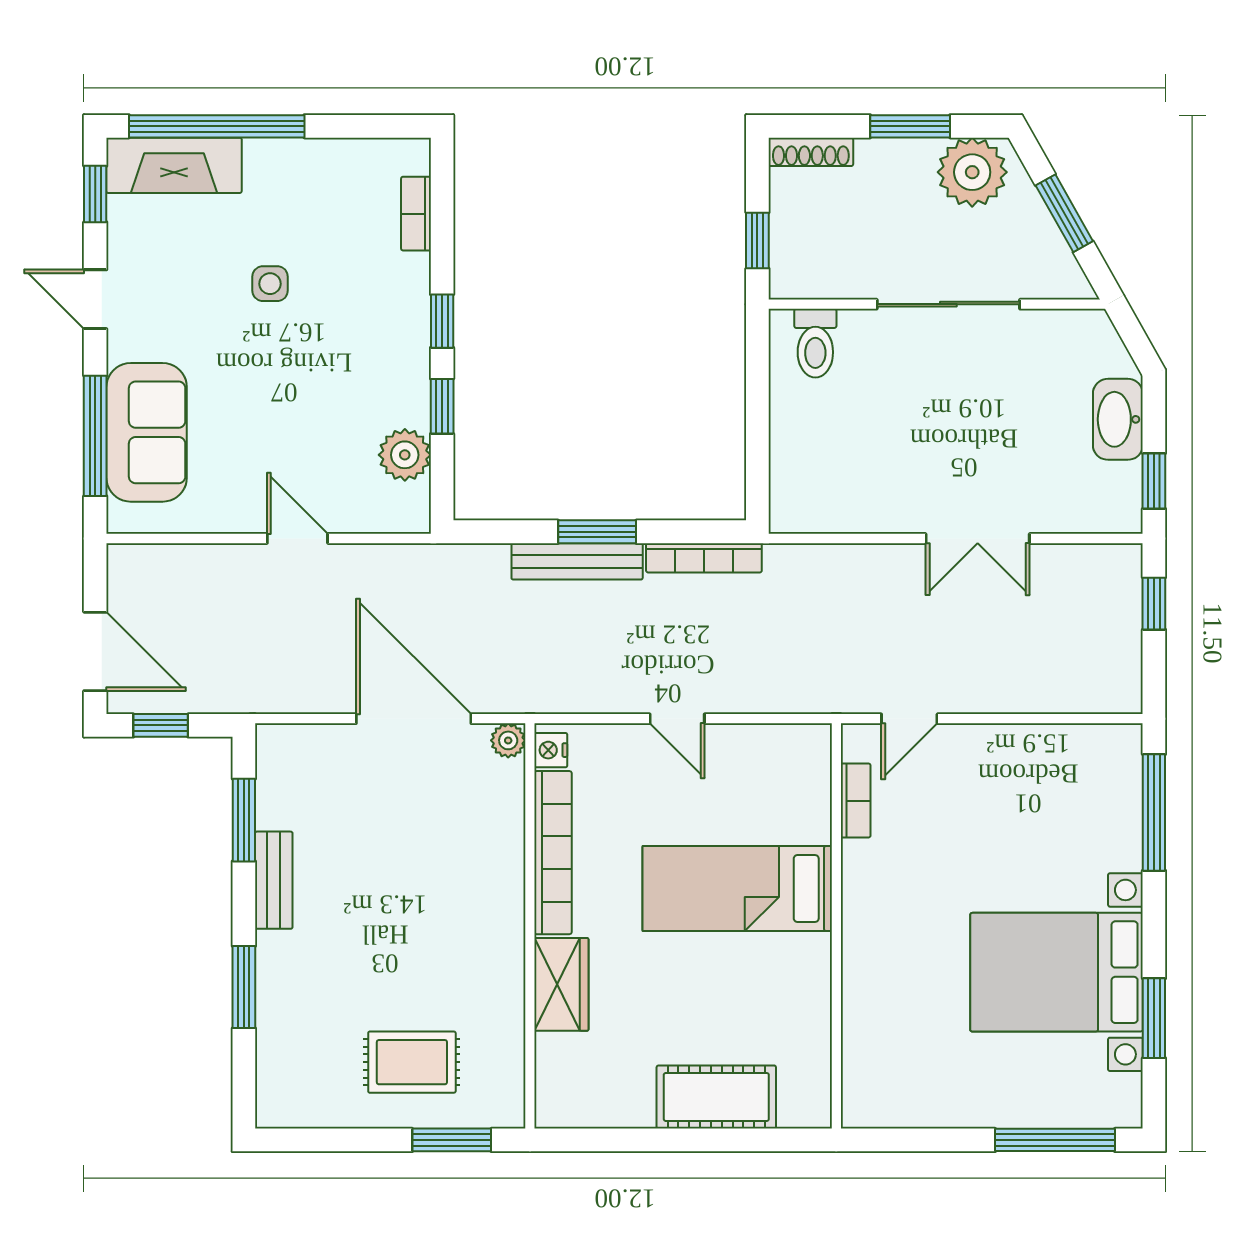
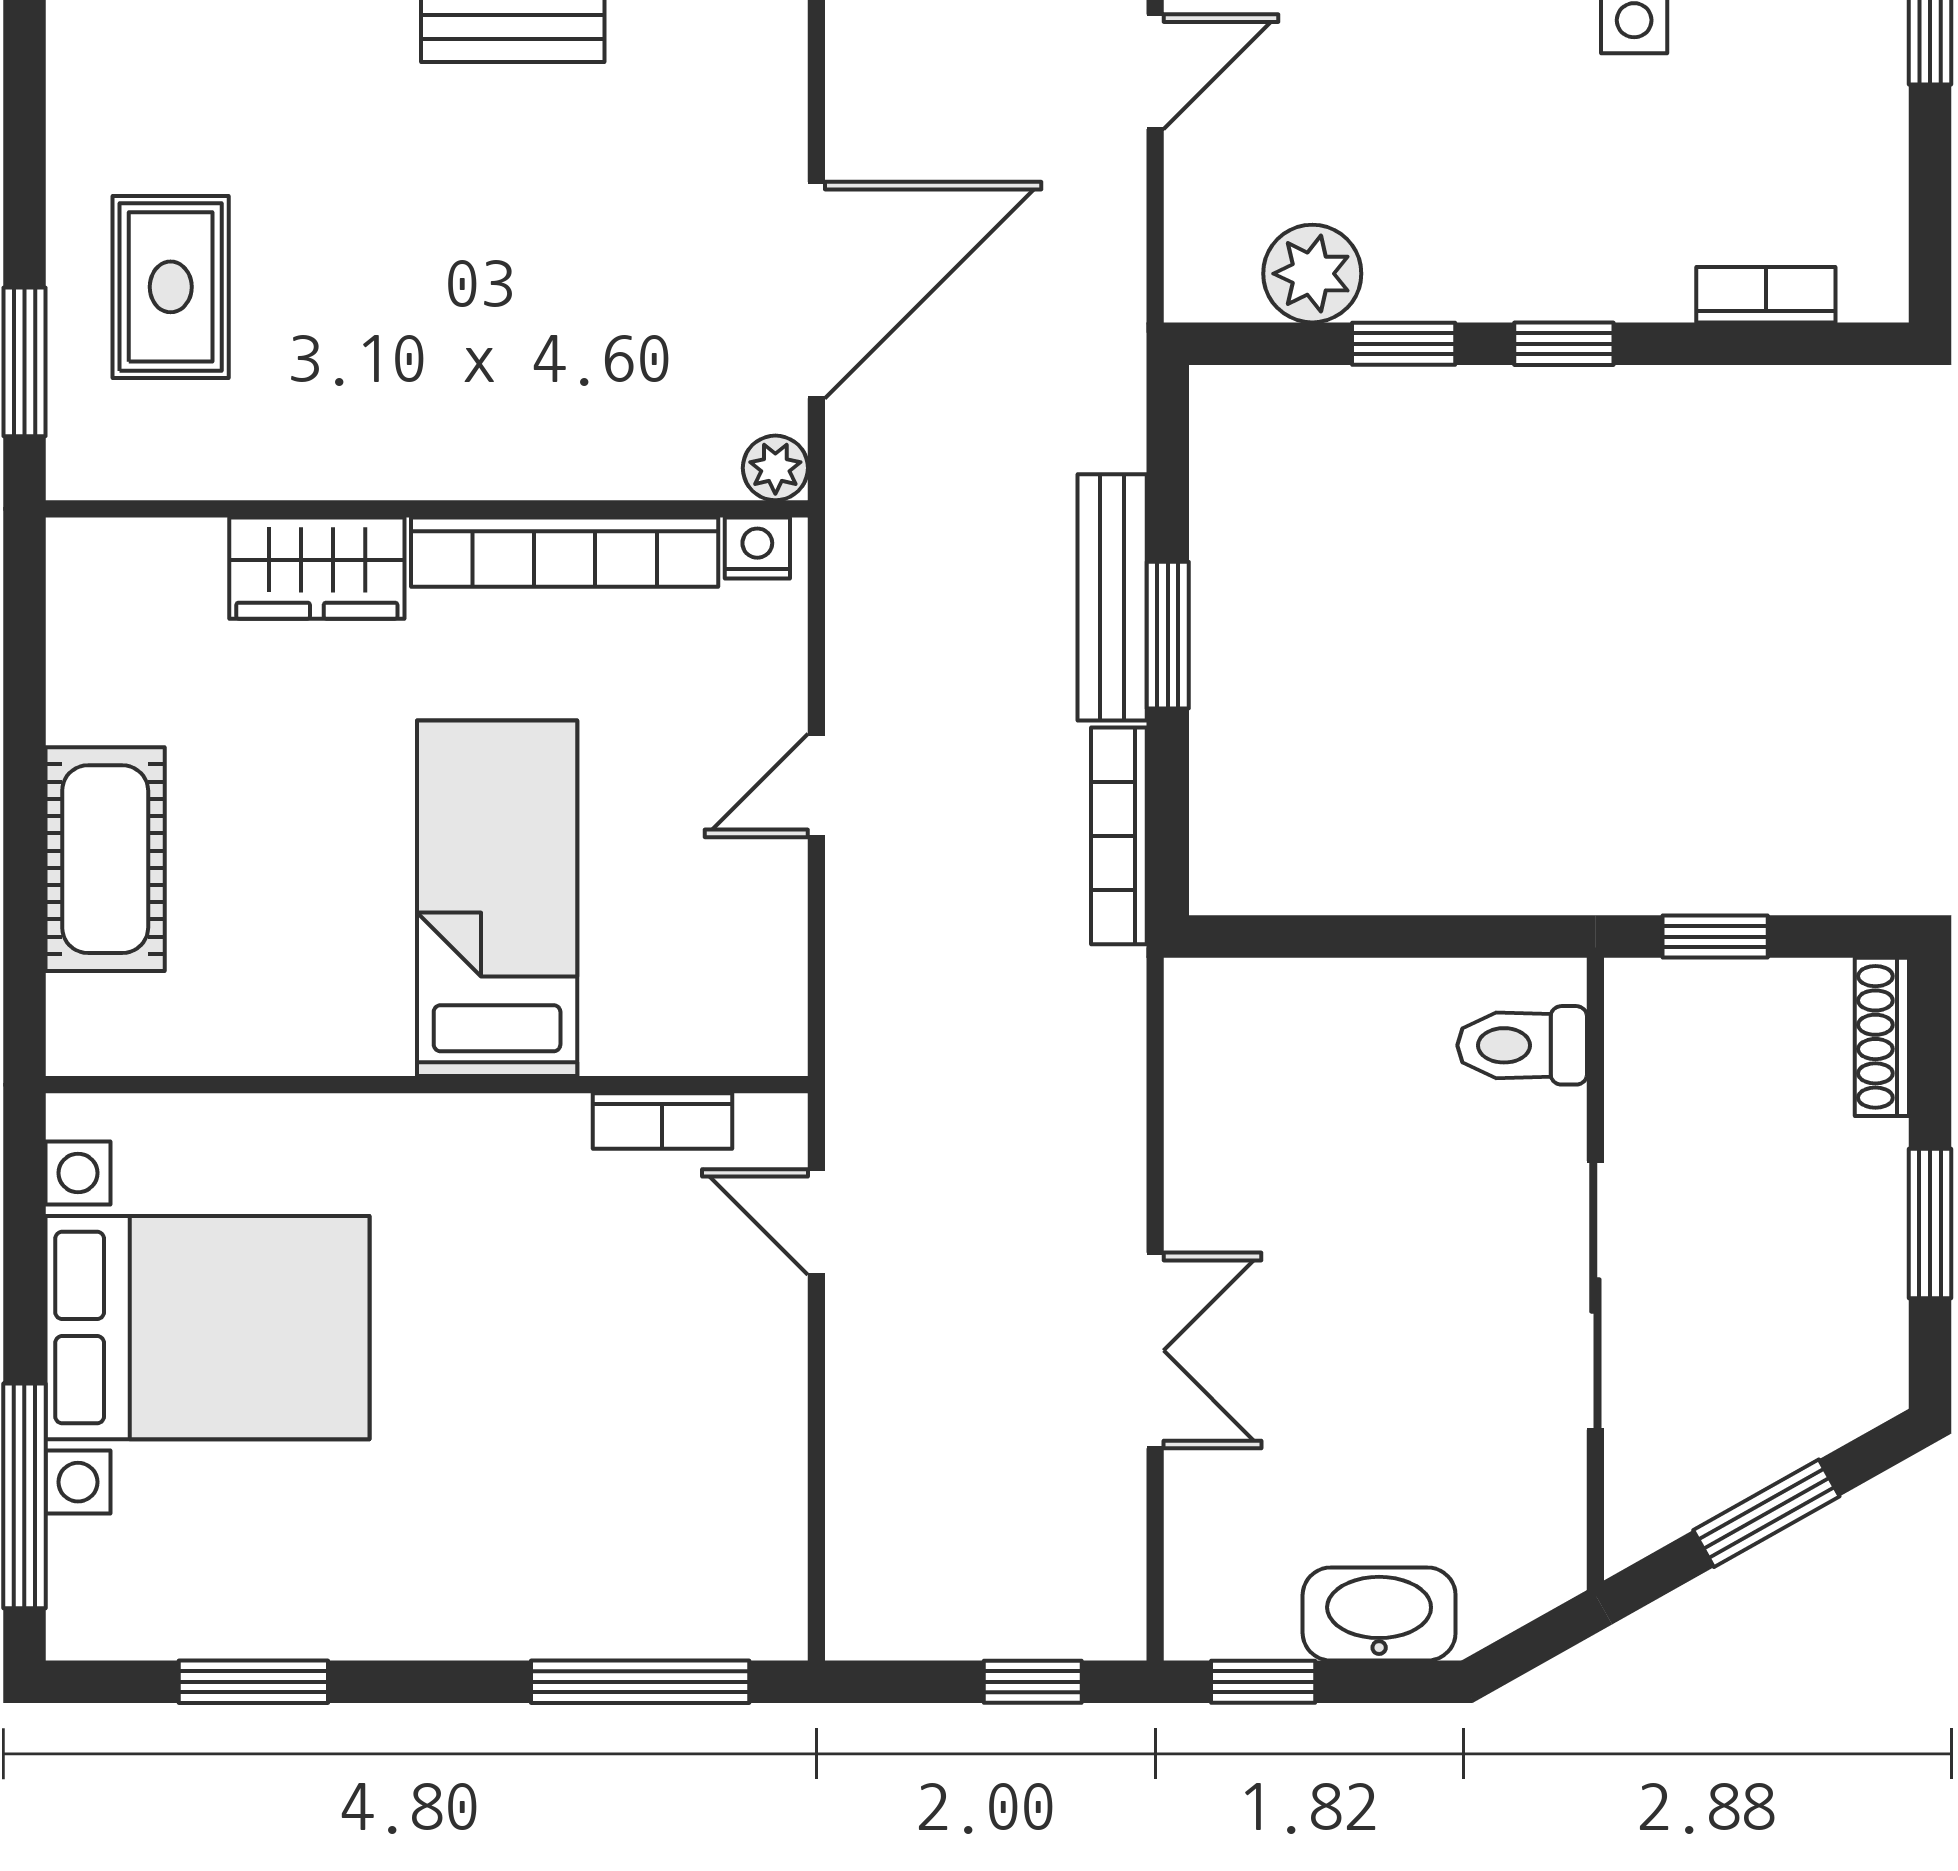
plant: (972, 172) -> (1844, 1340), removed
double door: (978, 538) -> (1155, 1350), swing flipped
bed with nightstands: (1057, 972) -> (208, 1328), moved, turned 90

